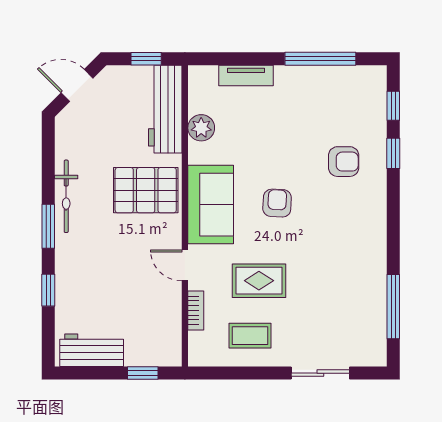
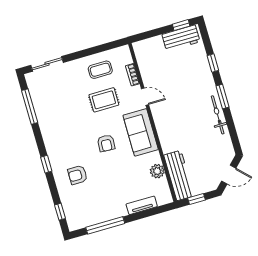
window: (393, 153) -> (46, 164), moved
pallet: (146, 190) -> (177, 130), removed
window: (143, 373) -> (181, 25), moved
sliding door: (320, 373) -> (47, 64), moved

